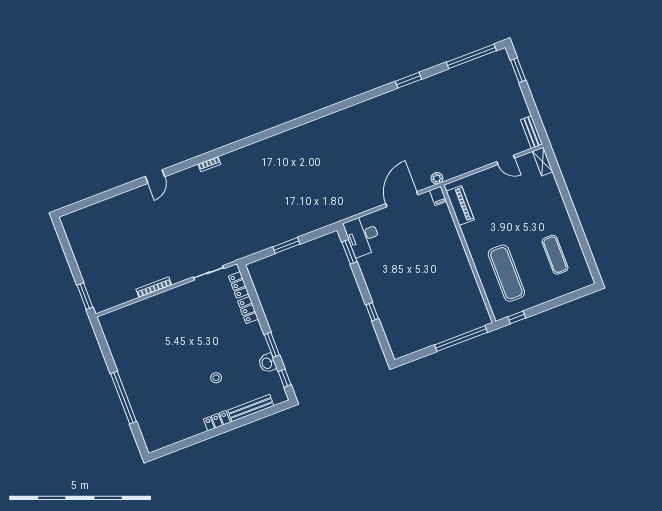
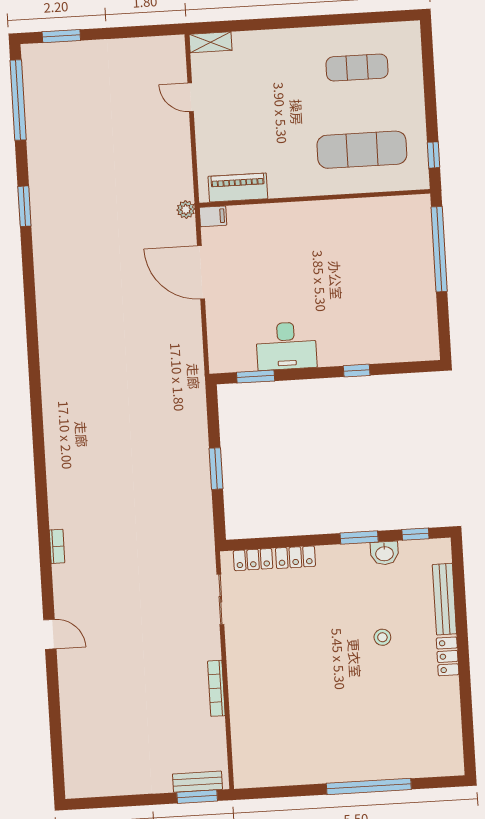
bench: (531, 132) -> (198, 782), moved
door: (506, 160) -> (191, 97), swing flipped
desk: (363, 236) -> (286, 346), moved

